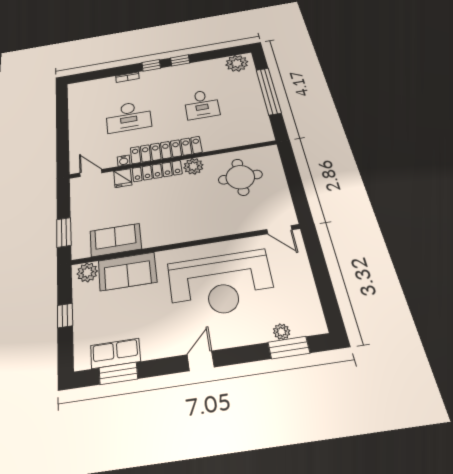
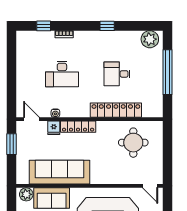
window: (151, 65) -> (44, 26), moved
desk: (202, 104) -> (117, 74), turned 90
locker: (166, 150) -> (116, 110), moved
plant: (193, 166) -> (103, 128), removed
window: (64, 232) -> (12, 144), moved
sofa: (115, 240) -> (59, 172), width x1.85, depth x1.27

